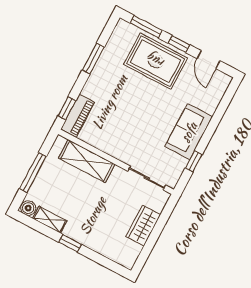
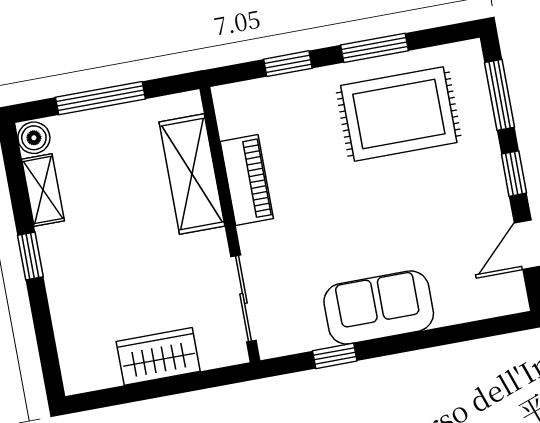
rug: (156, 61) -> (399, 114), moved, turned 90
window: (67, 108) -> (288, 64), moved
piano: (78, 116) -> (247, 180), moved, turned -90

